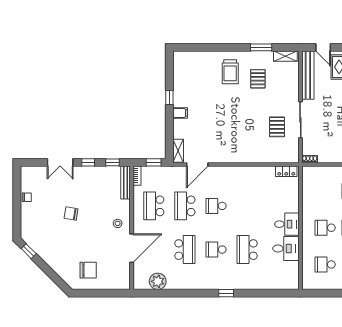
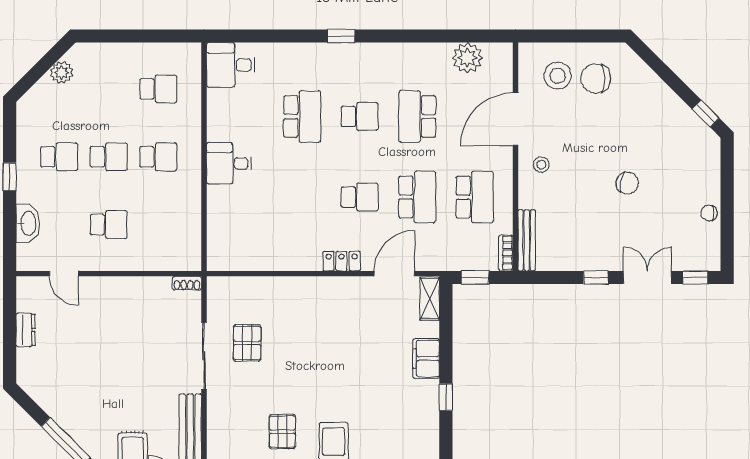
filing cabinet: (180, 113) -> (426, 359), width x2.00
window: (113, 162) -> (695, 277), moved
locker: (286, 171) -> (342, 261), moved
desk: (286, 248) -> (231, 65), moved
stool: (109, 272) -> (558, 76), added

